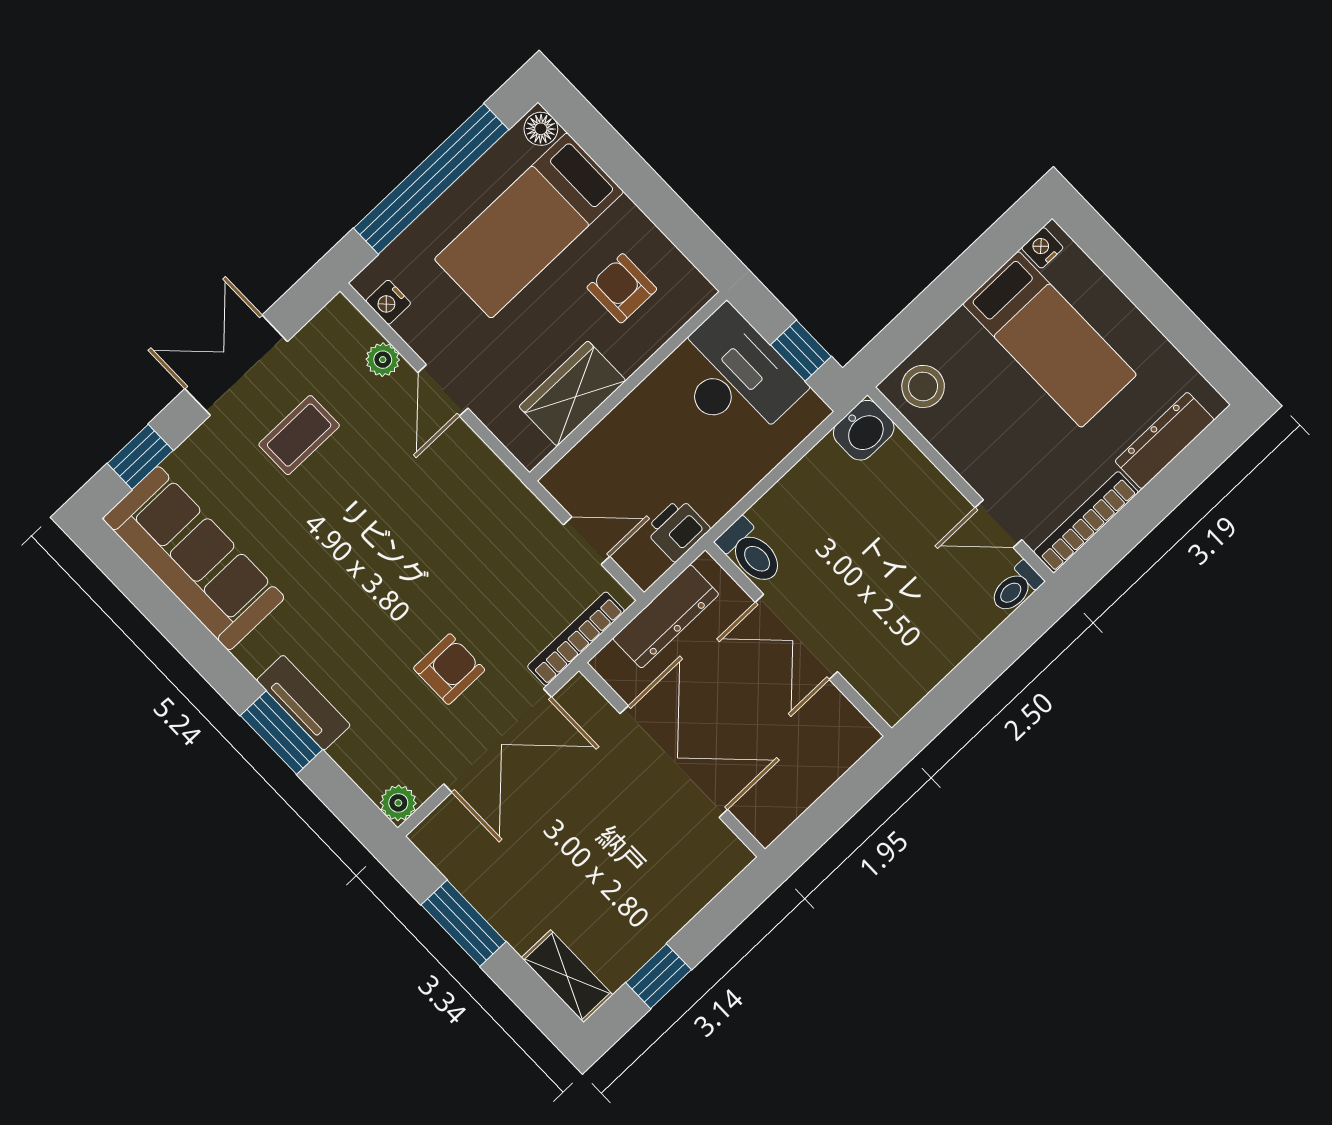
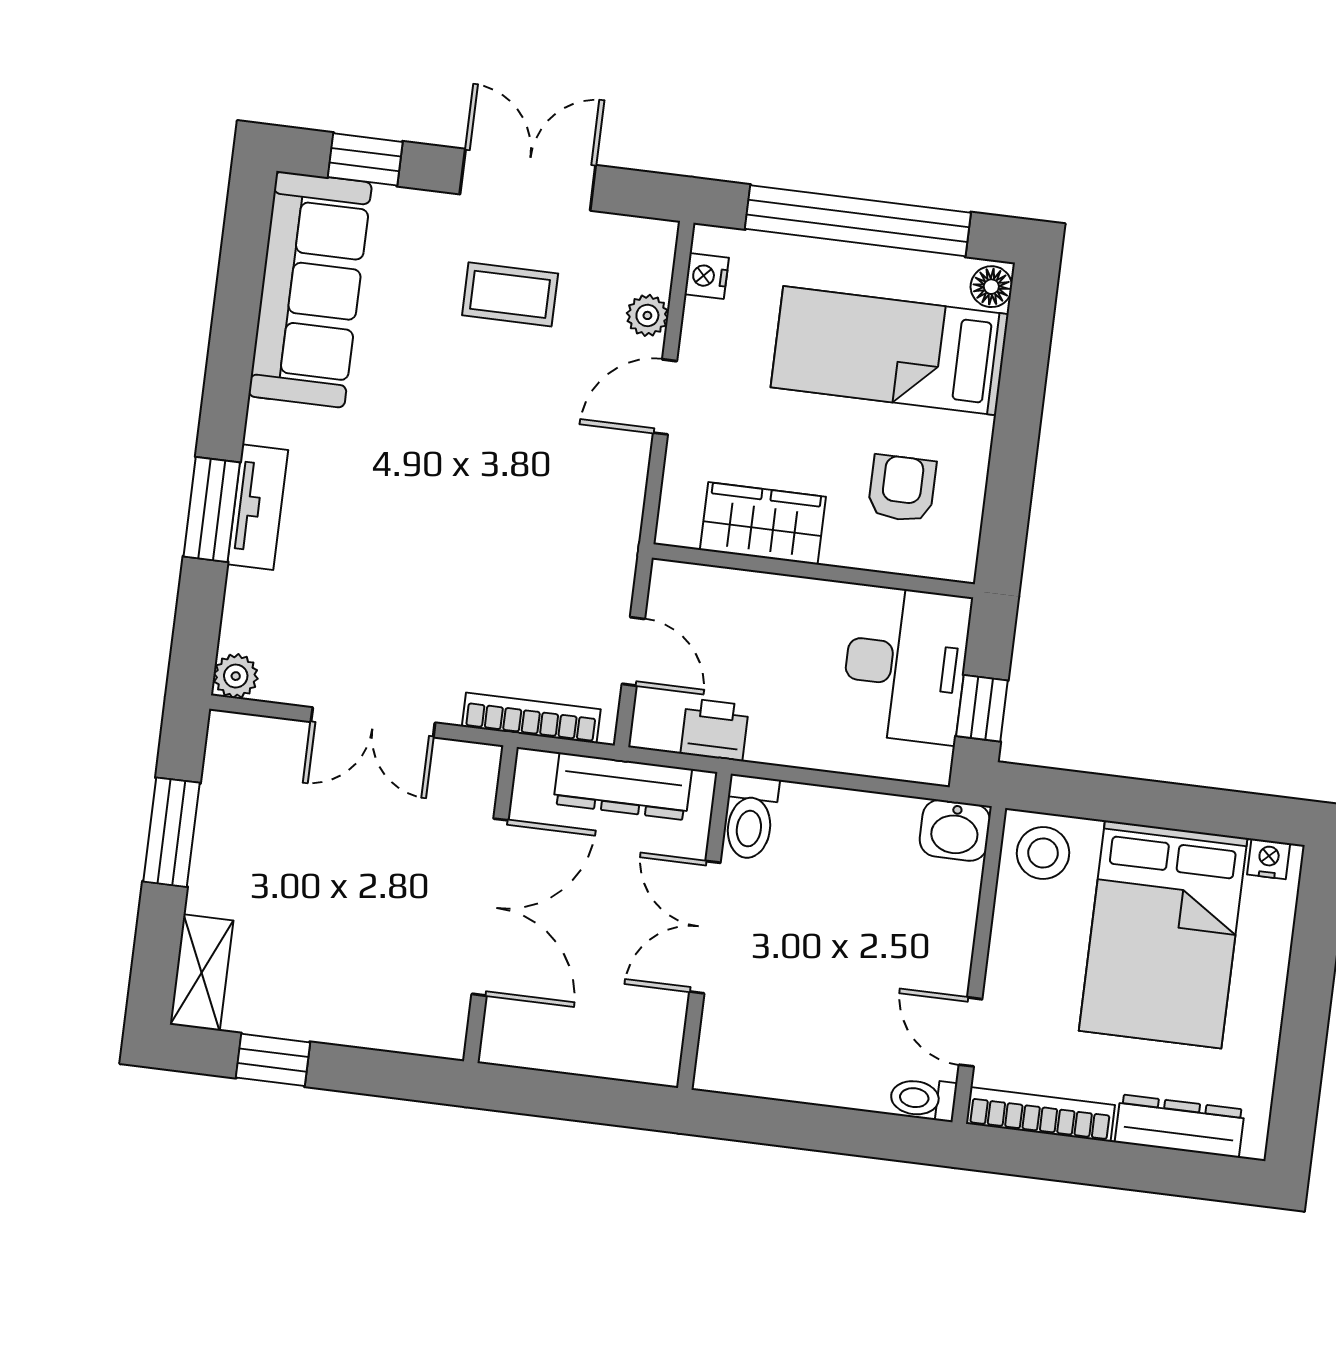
bed: (1050, 339) -> (1163, 934), width x1.50
armchair: (449, 669) -> (403, 620), removed
double door: (498, 740) -> (373, 722), width x0.73

